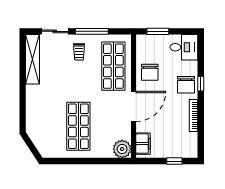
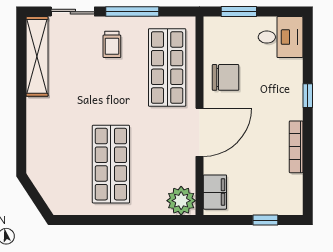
chair: (150, 72) -> (226, 77), turned -90
chair: (186, 85) -> (284, 97), removed

